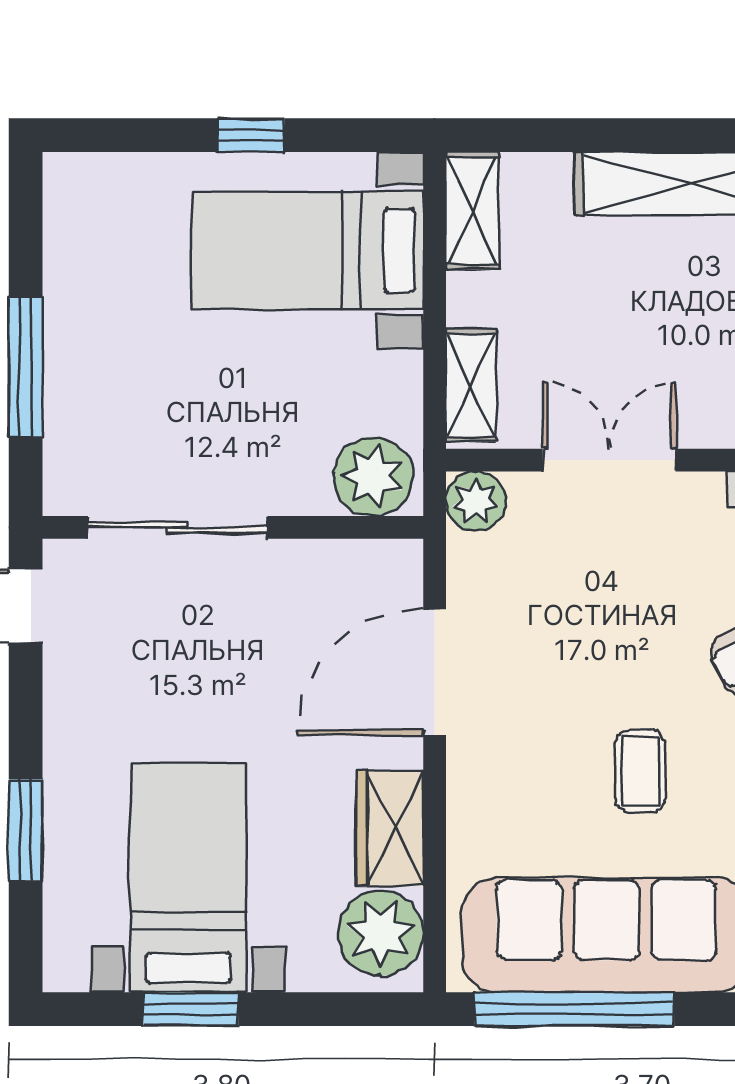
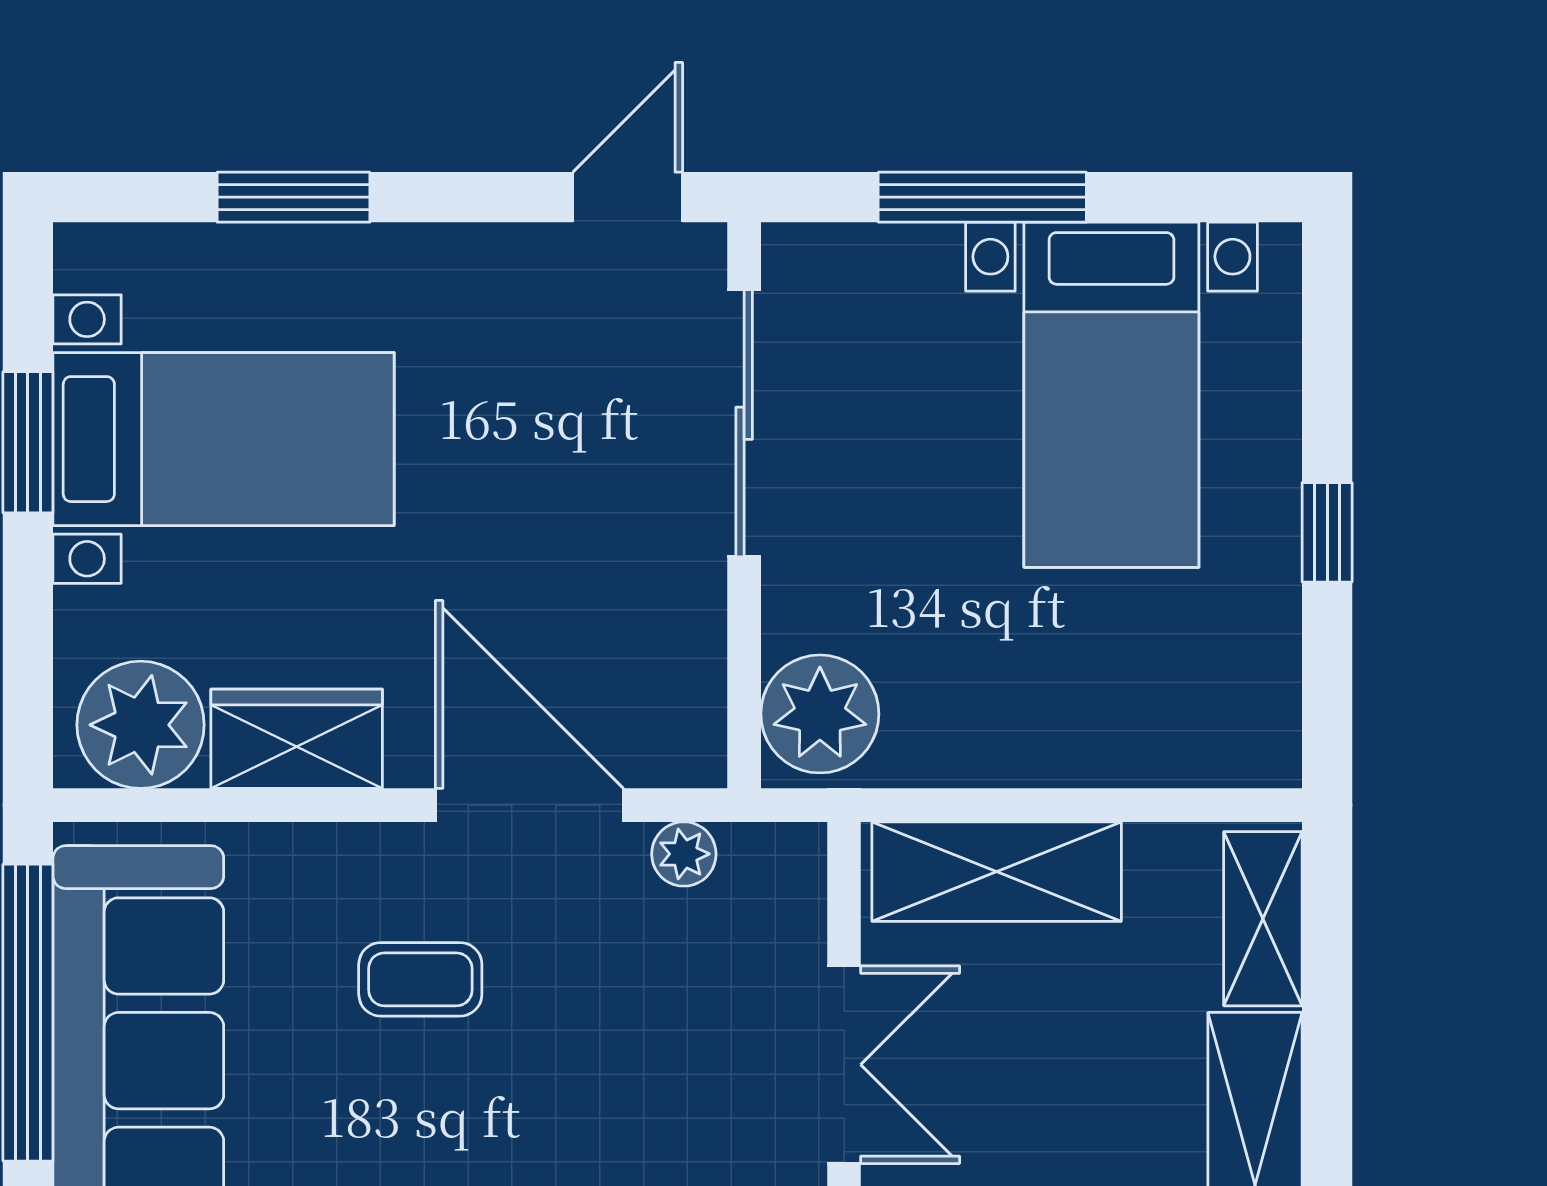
shelving: (472, 211) -> (1263, 919), moved, turned 90
bed with nightstands: (307, 250) -> (1111, 395), moved, turned 180
shelving: (471, 385) -> (997, 872), width x1.50, depth x1.33
plant: (476, 501) -> (684, 854), moved, width x0.73, depth x0.73
coffee table: (640, 771) -> (420, 979), moved

